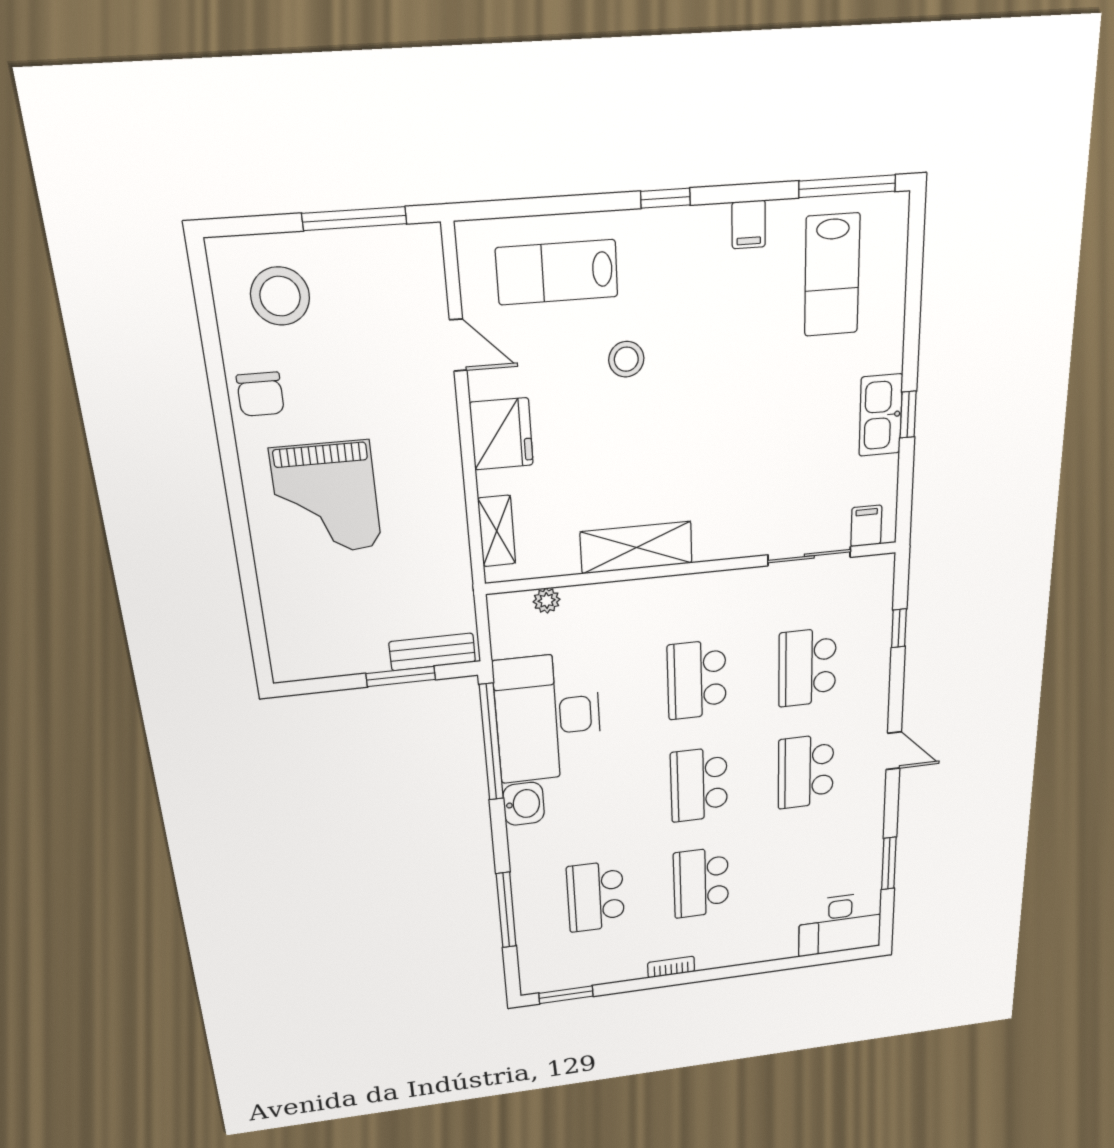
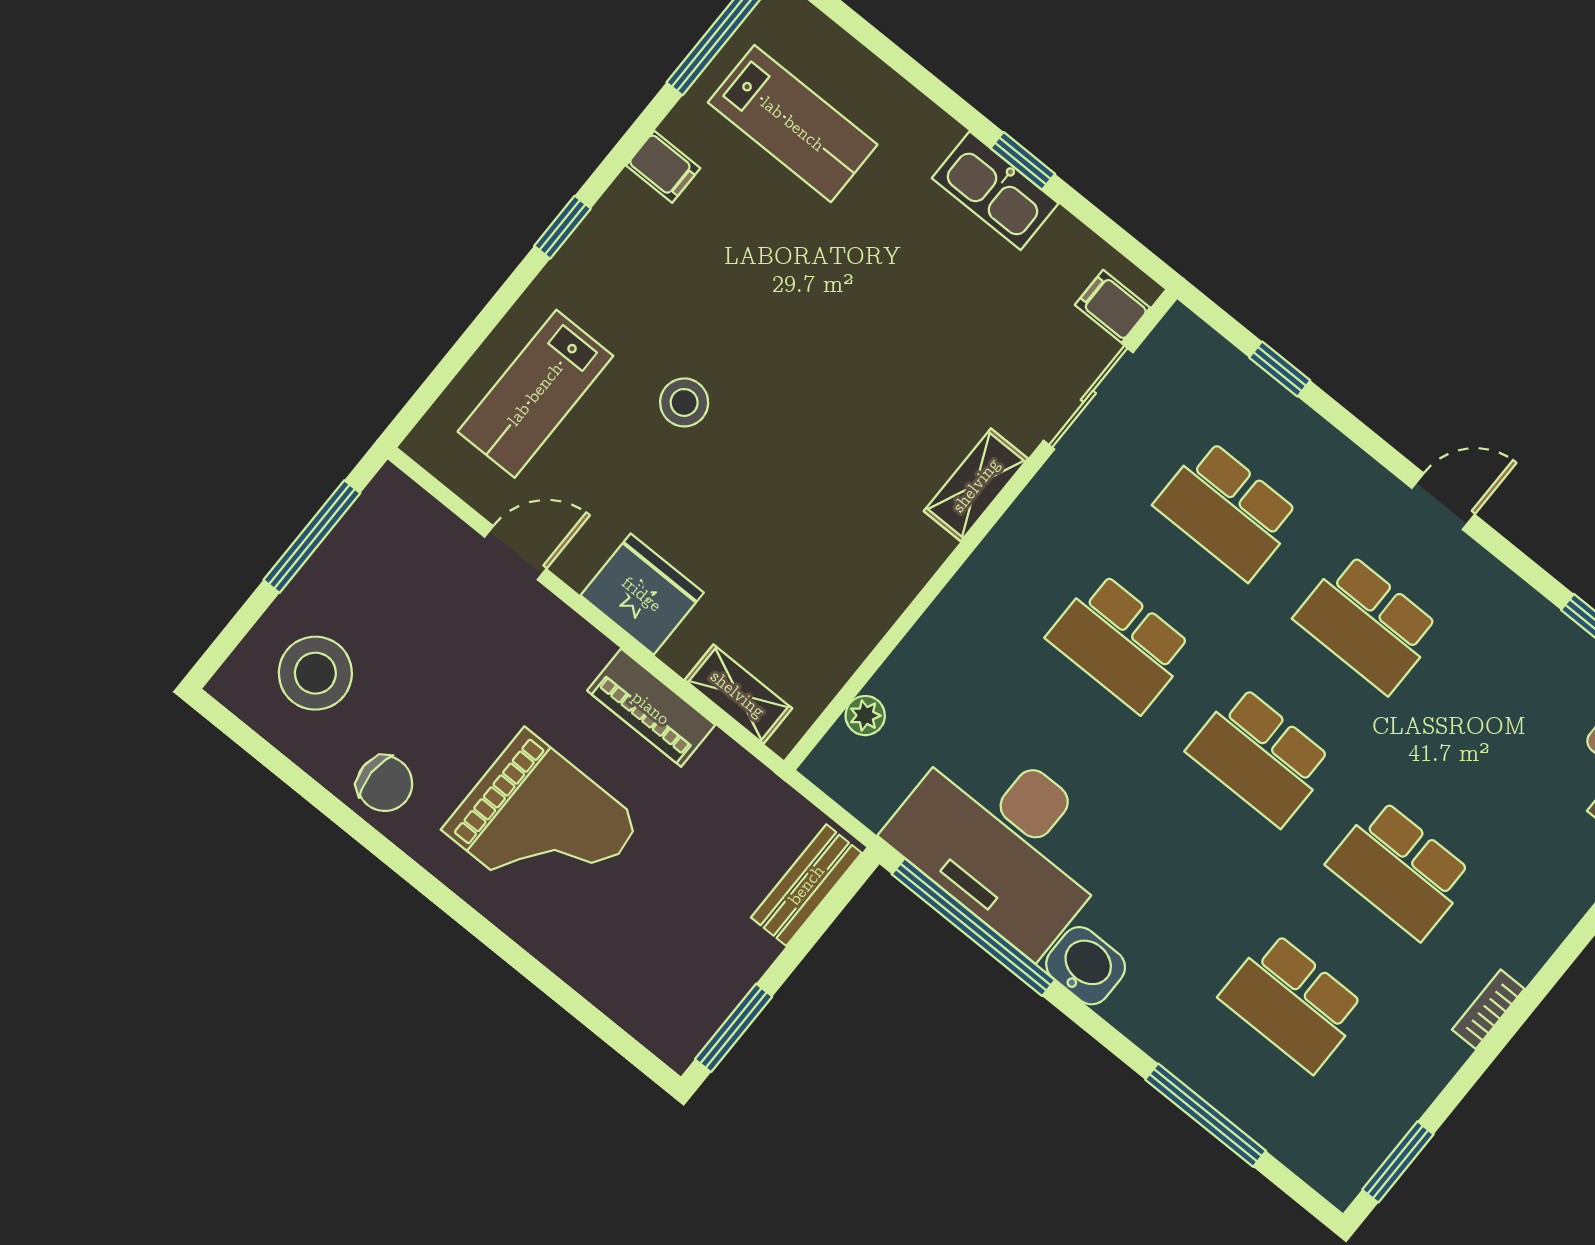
piano: (446, 495) -> (651, 708), added
shelving: (636, 548) -> (976, 485), moved, width x0.67, depth x0.75
window: (401, 677) -> (734, 1028), moved

